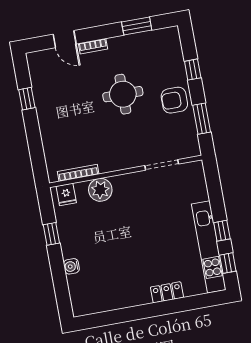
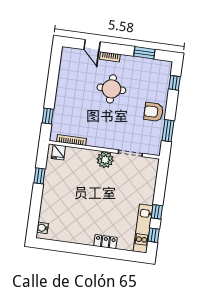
window: (193, 70) -> (175, 83), moved
round table: (123, 94) -> (111, 89), moved
window: (27, 99) -> (48, 116), moved
plant: (100, 190) -> (105, 160), moved
kitchen unit: (209, 247) -> (143, 229), width x0.73
water cooler: (71, 266) -> (42, 228), moved

